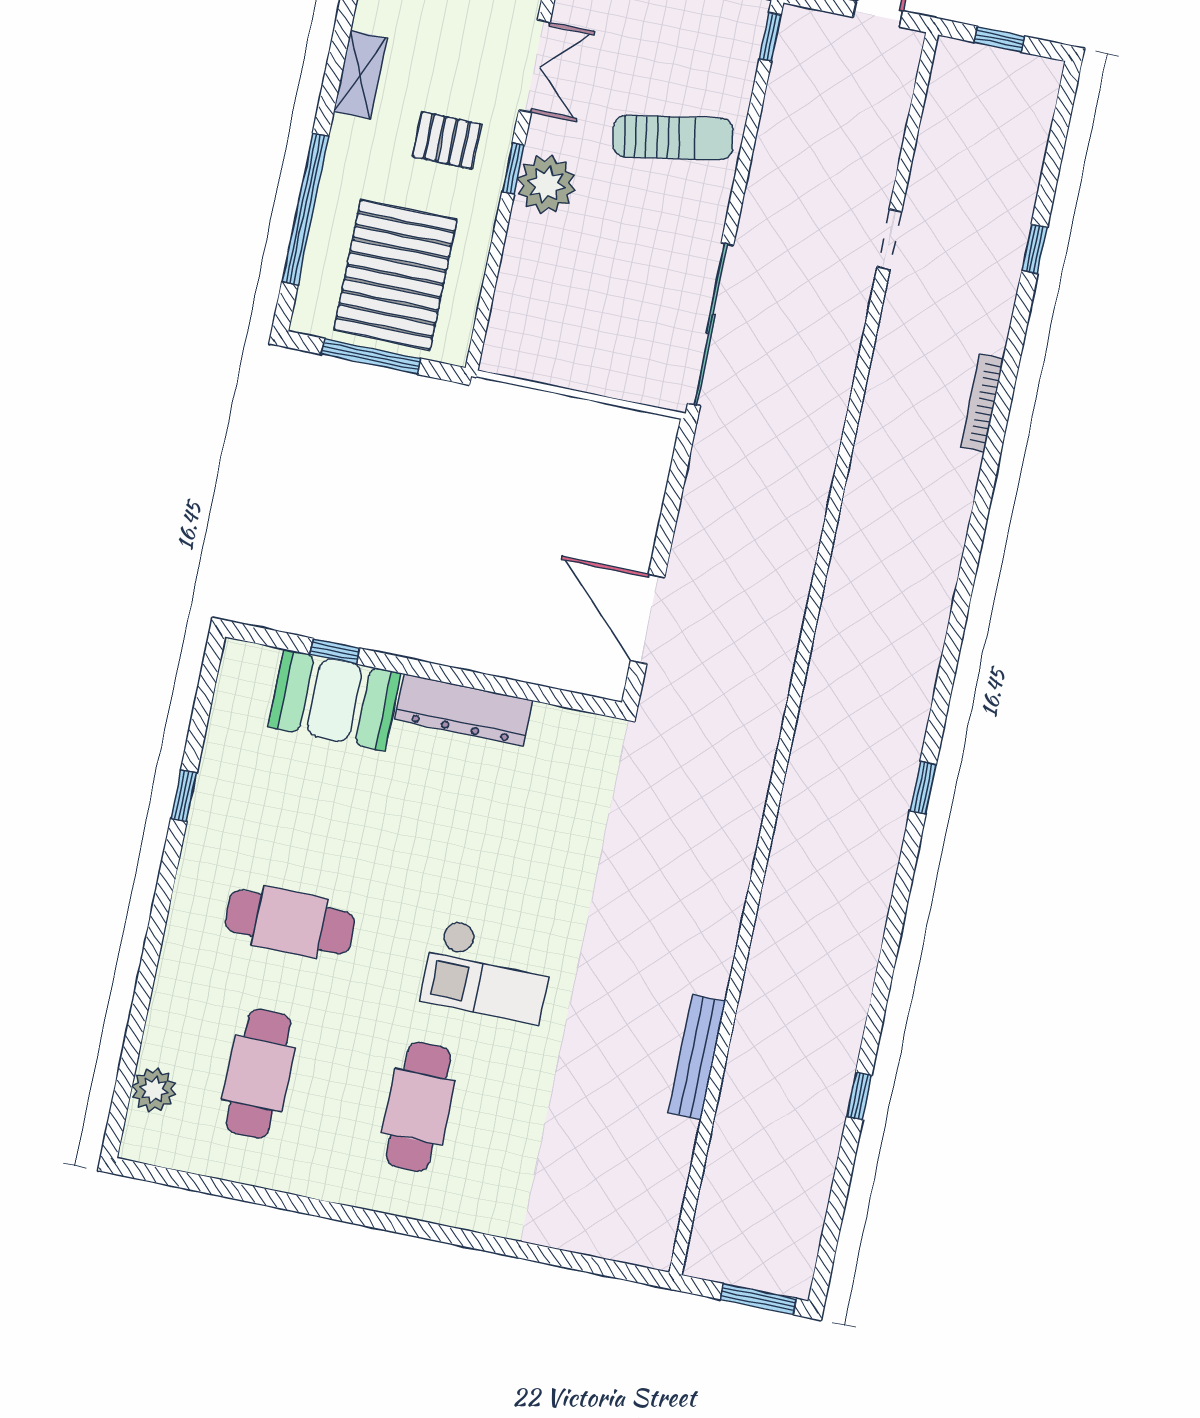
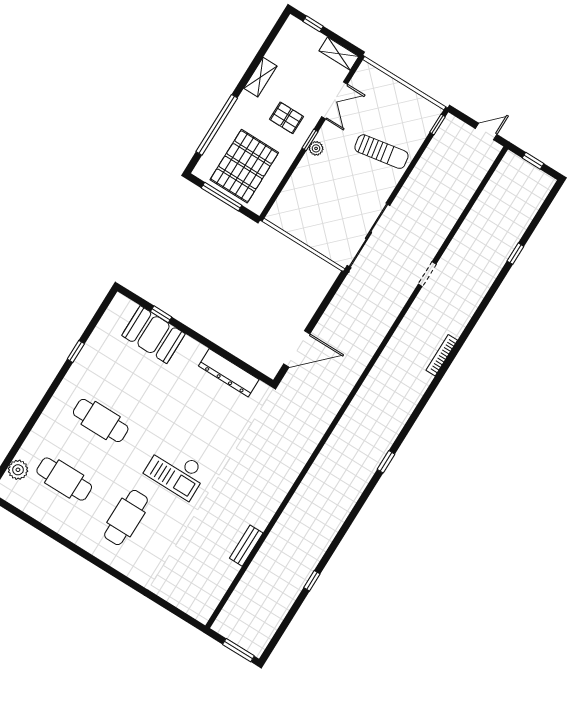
plant: (546, 184) -> (316, 148), width x0.53, depth x0.53
doorway: (889, 239) -> (427, 274), moved
bookcase: (982, 403) -> (442, 355), moved
door: (648, 619) -> (297, 349), swing flipped
dresser: (464, 710) -> (229, 373), moved
bench: (697, 1057) -> (246, 546), width x0.73
cafe table: (258, 1074) -> (64, 479), turned 90

